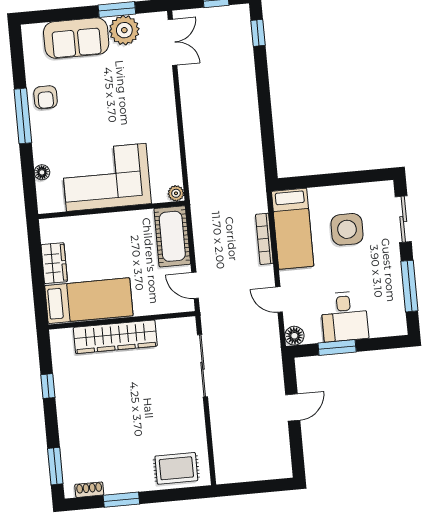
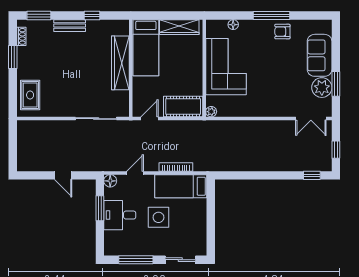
side table: (347, 229) -> (158, 217), moved
wardrobe: (54, 263) -> (179, 27), width x1.50
bench: (66, 419) -> (70, 26), added

